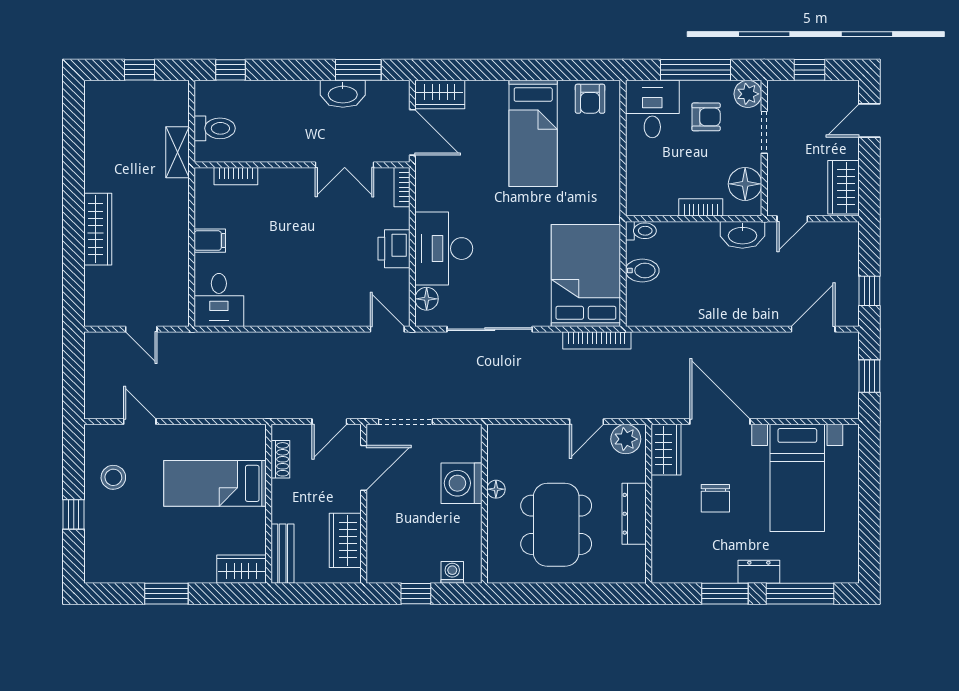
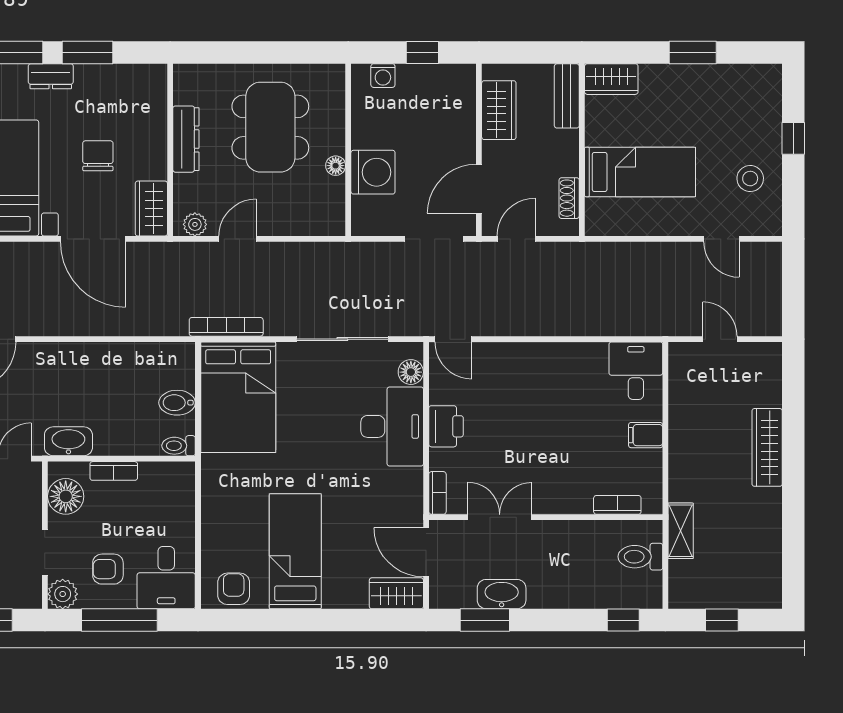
plant: (626, 439) -> (195, 224), width x0.73, depth x0.73

